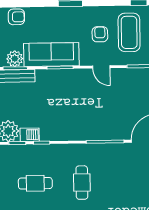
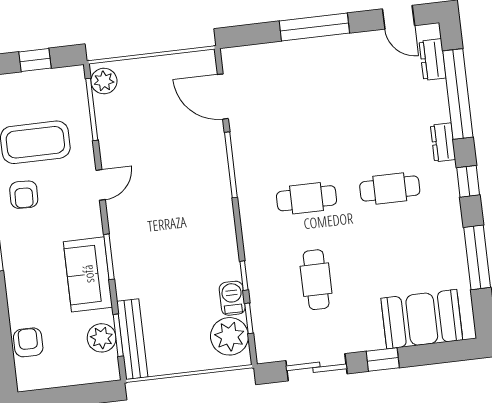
armchair: (100, 34) -> (24, 195), moved, turned -88
sofa: (51, 55) -> (88, 274), width x0.73

